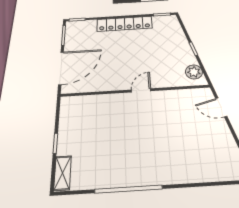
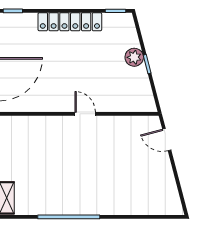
plant: (194, 72) -> (134, 57), moved
door: (141, 90) -> (85, 114), hinge flipped

